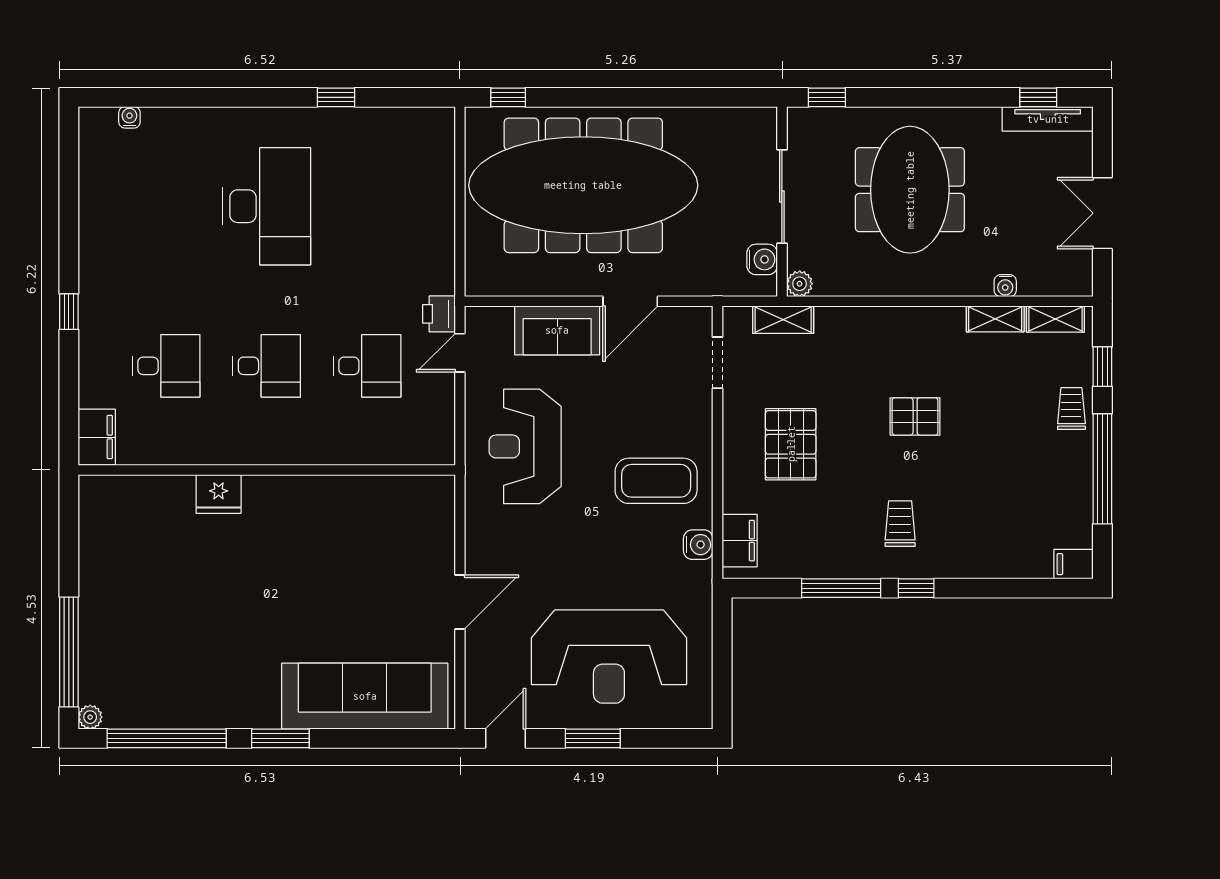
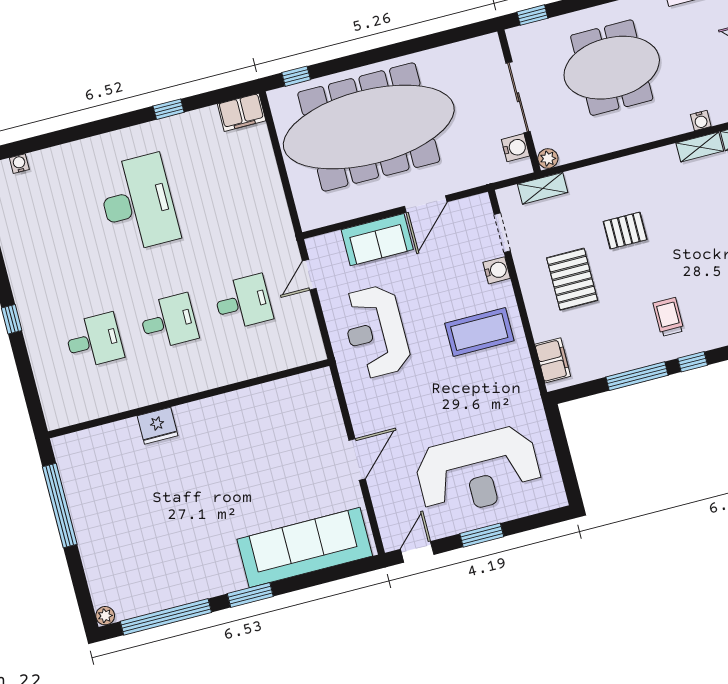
meeting table: (910, 190) -> (612, 68), turned 90
printer: (439, 314) -> (286, 250), removed
pallet: (915, 416) -> (625, 231), moved
filing cabinet: (97, 437) -> (242, 112), moved, turned 90
water cooler: (698, 545) -> (497, 270), moved
window: (69, 652) -> (60, 505), moved

